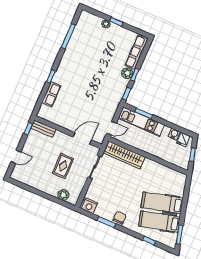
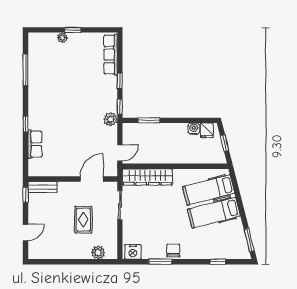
plant: (127, 73) -> (111, 119), moved
kitchen unit: (141, 122) -> (151, 131), removed
hospital bed: (159, 222) -> (209, 190), moved

